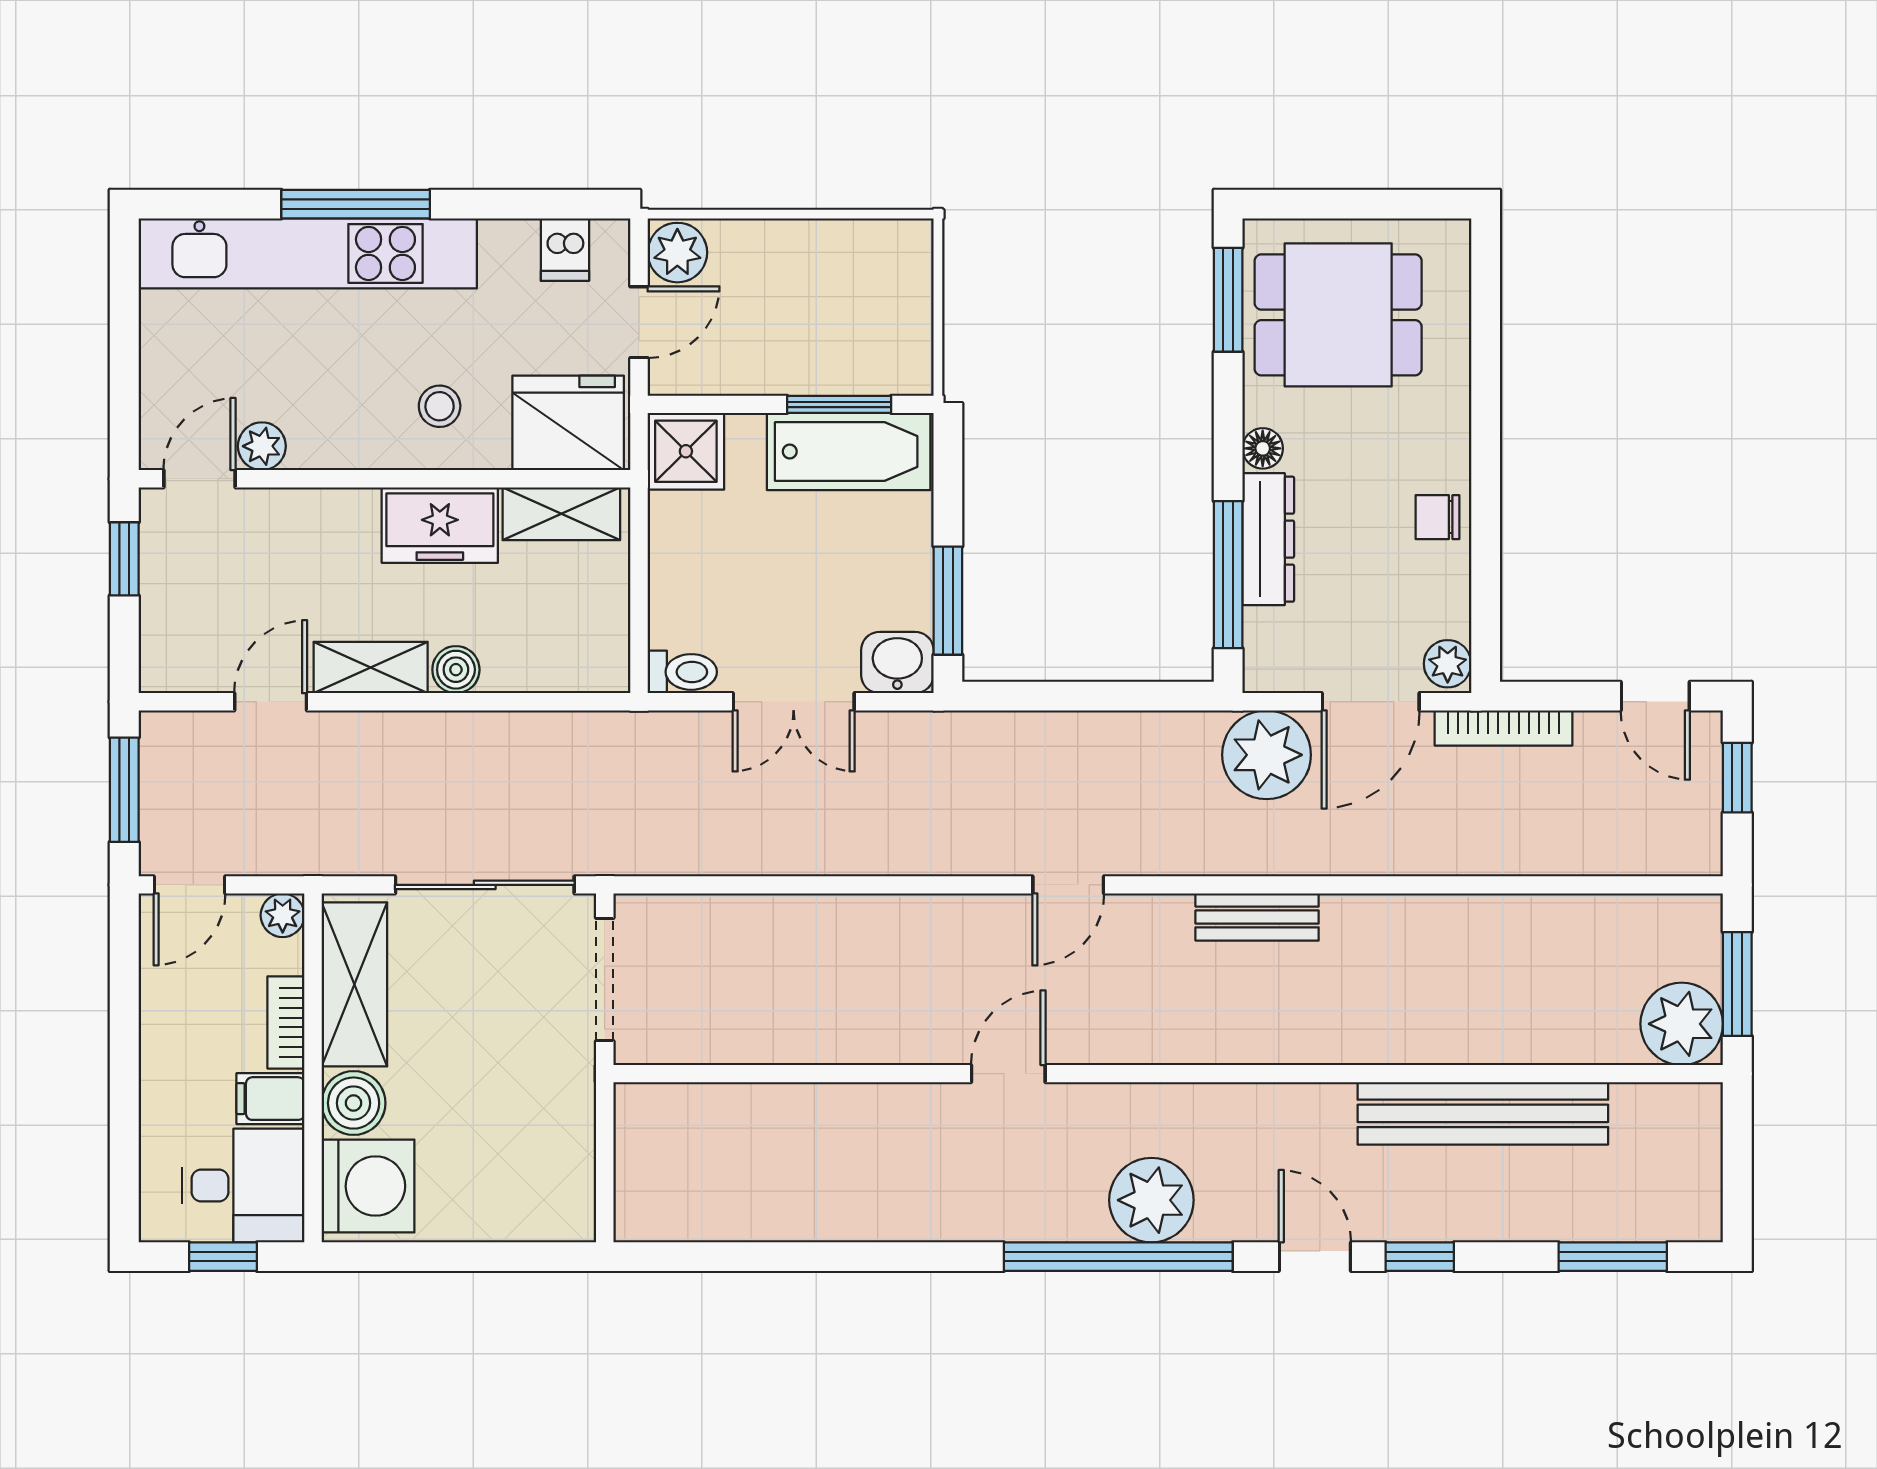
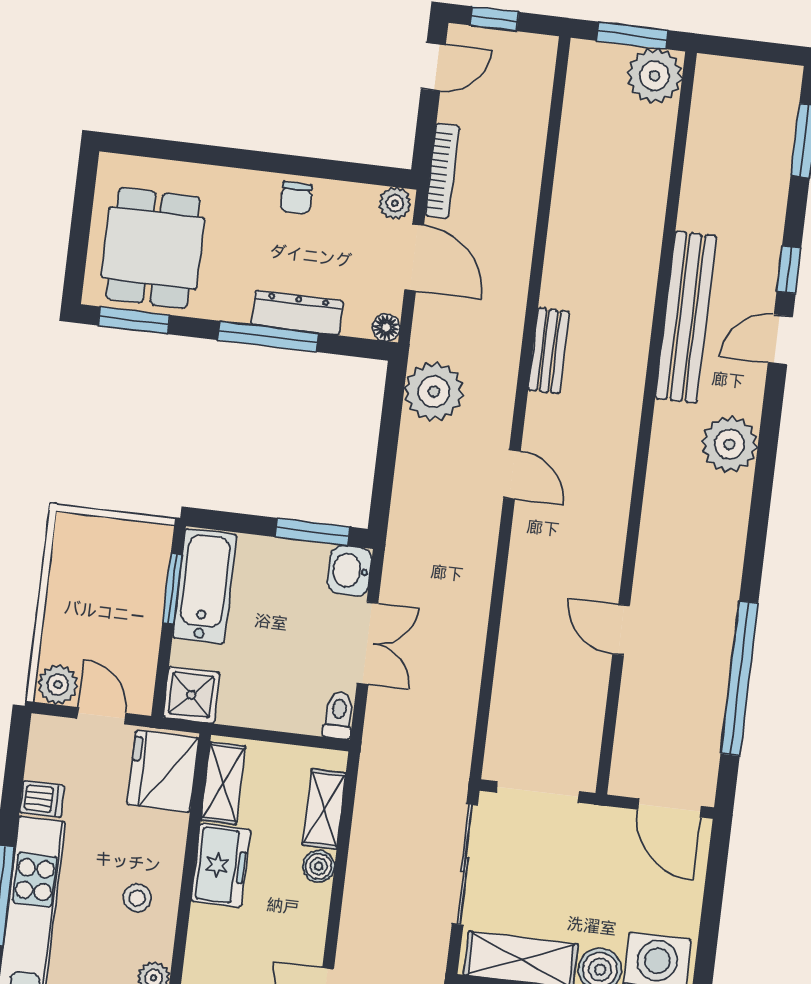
dishwasher: (565, 250) -> (42, 799), moved
stool: (440, 406) -> (137, 898), moved
floor lamp: (1263, 448) -> (386, 327), moved
window: (1228, 575) -> (268, 336), moved
shelving: (371, 668) -> (324, 809), moved
plant: (1267, 755) -> (434, 392), moved
door: (1008, 1074) -> (621, 630), moved
bench: (1483, 1113) -> (686, 317), moved
door: (605, 1176) -> (669, 808), added
window: (1118, 1257) -> (739, 678), moved

